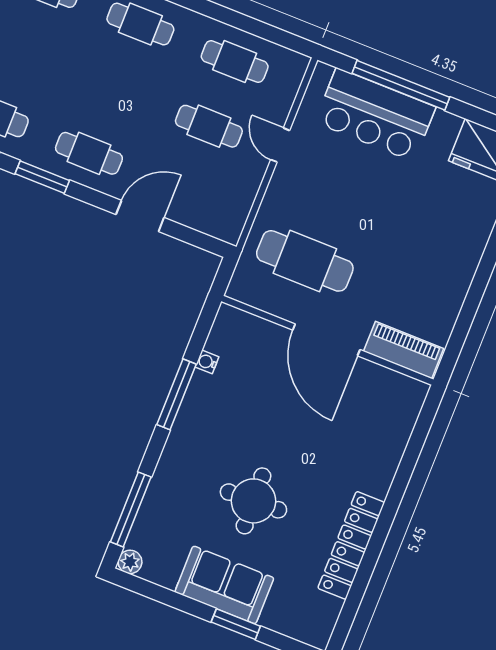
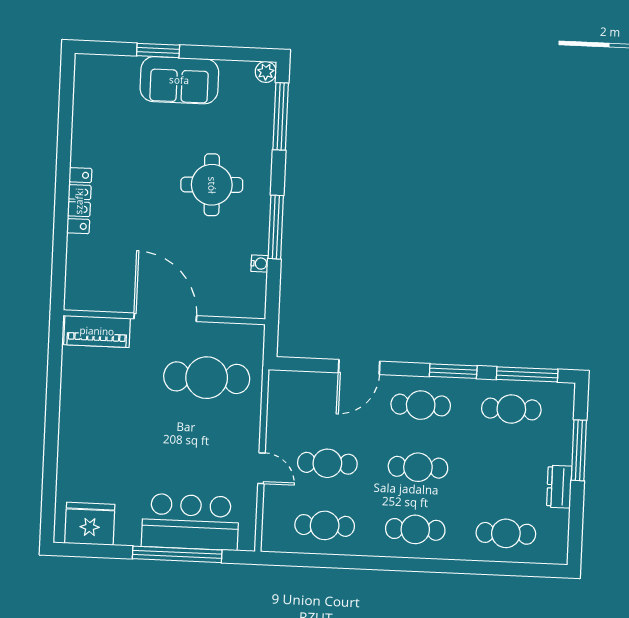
cafe table: (115, 89) -> (418, 467), added
round table: (253, 501) -> (212, 185), moved
locker: (351, 545) -> (79, 201), moved, width x0.71, depth x0.83

